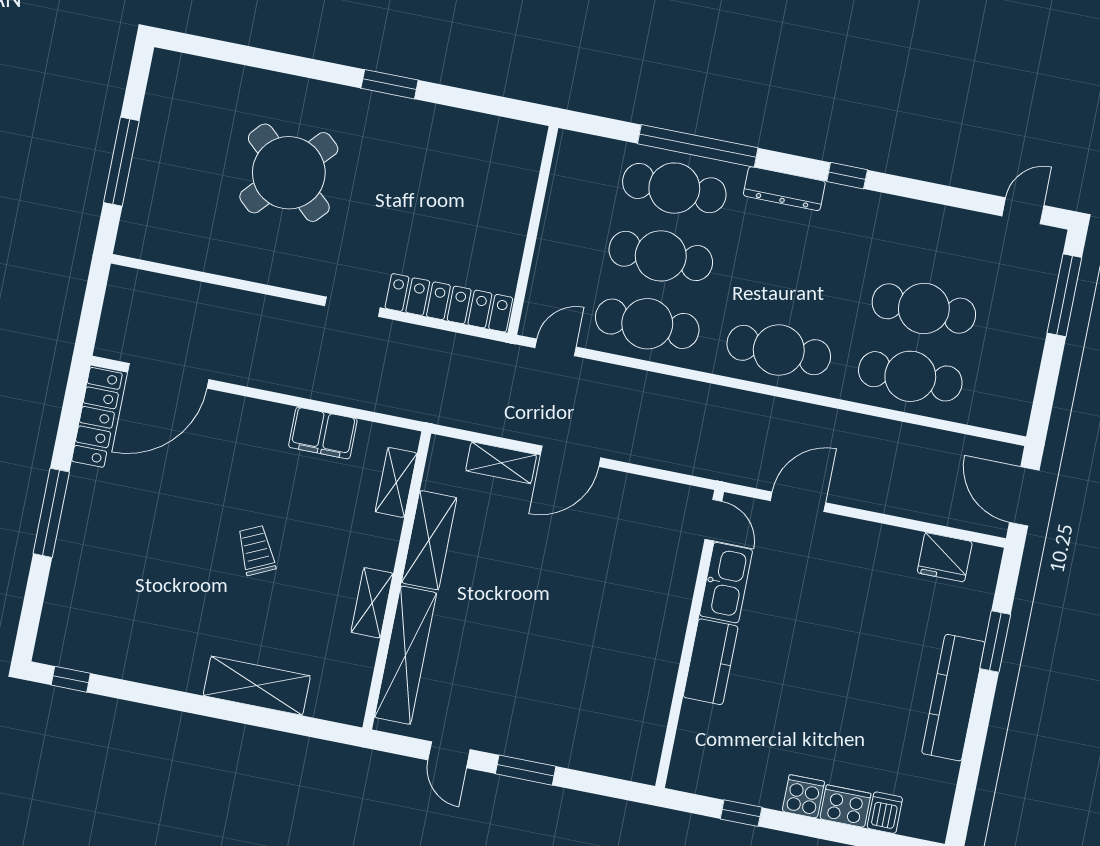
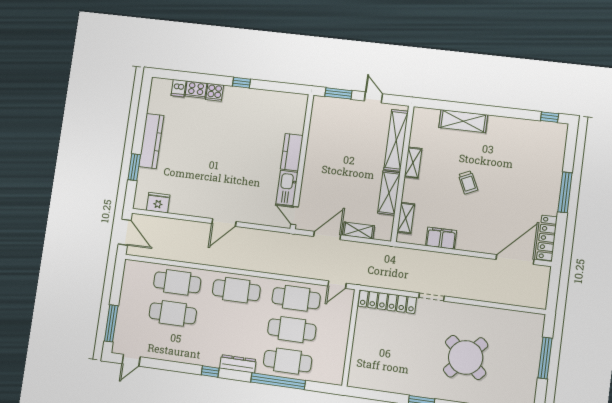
door: (713, 520) -> (294, 216), moved
kitchen sink: (726, 583) -> (287, 188), moved
wall: (690, 639) -> (302, 162), moved
kitchen counter: (711, 662) -> (292, 152), moved

